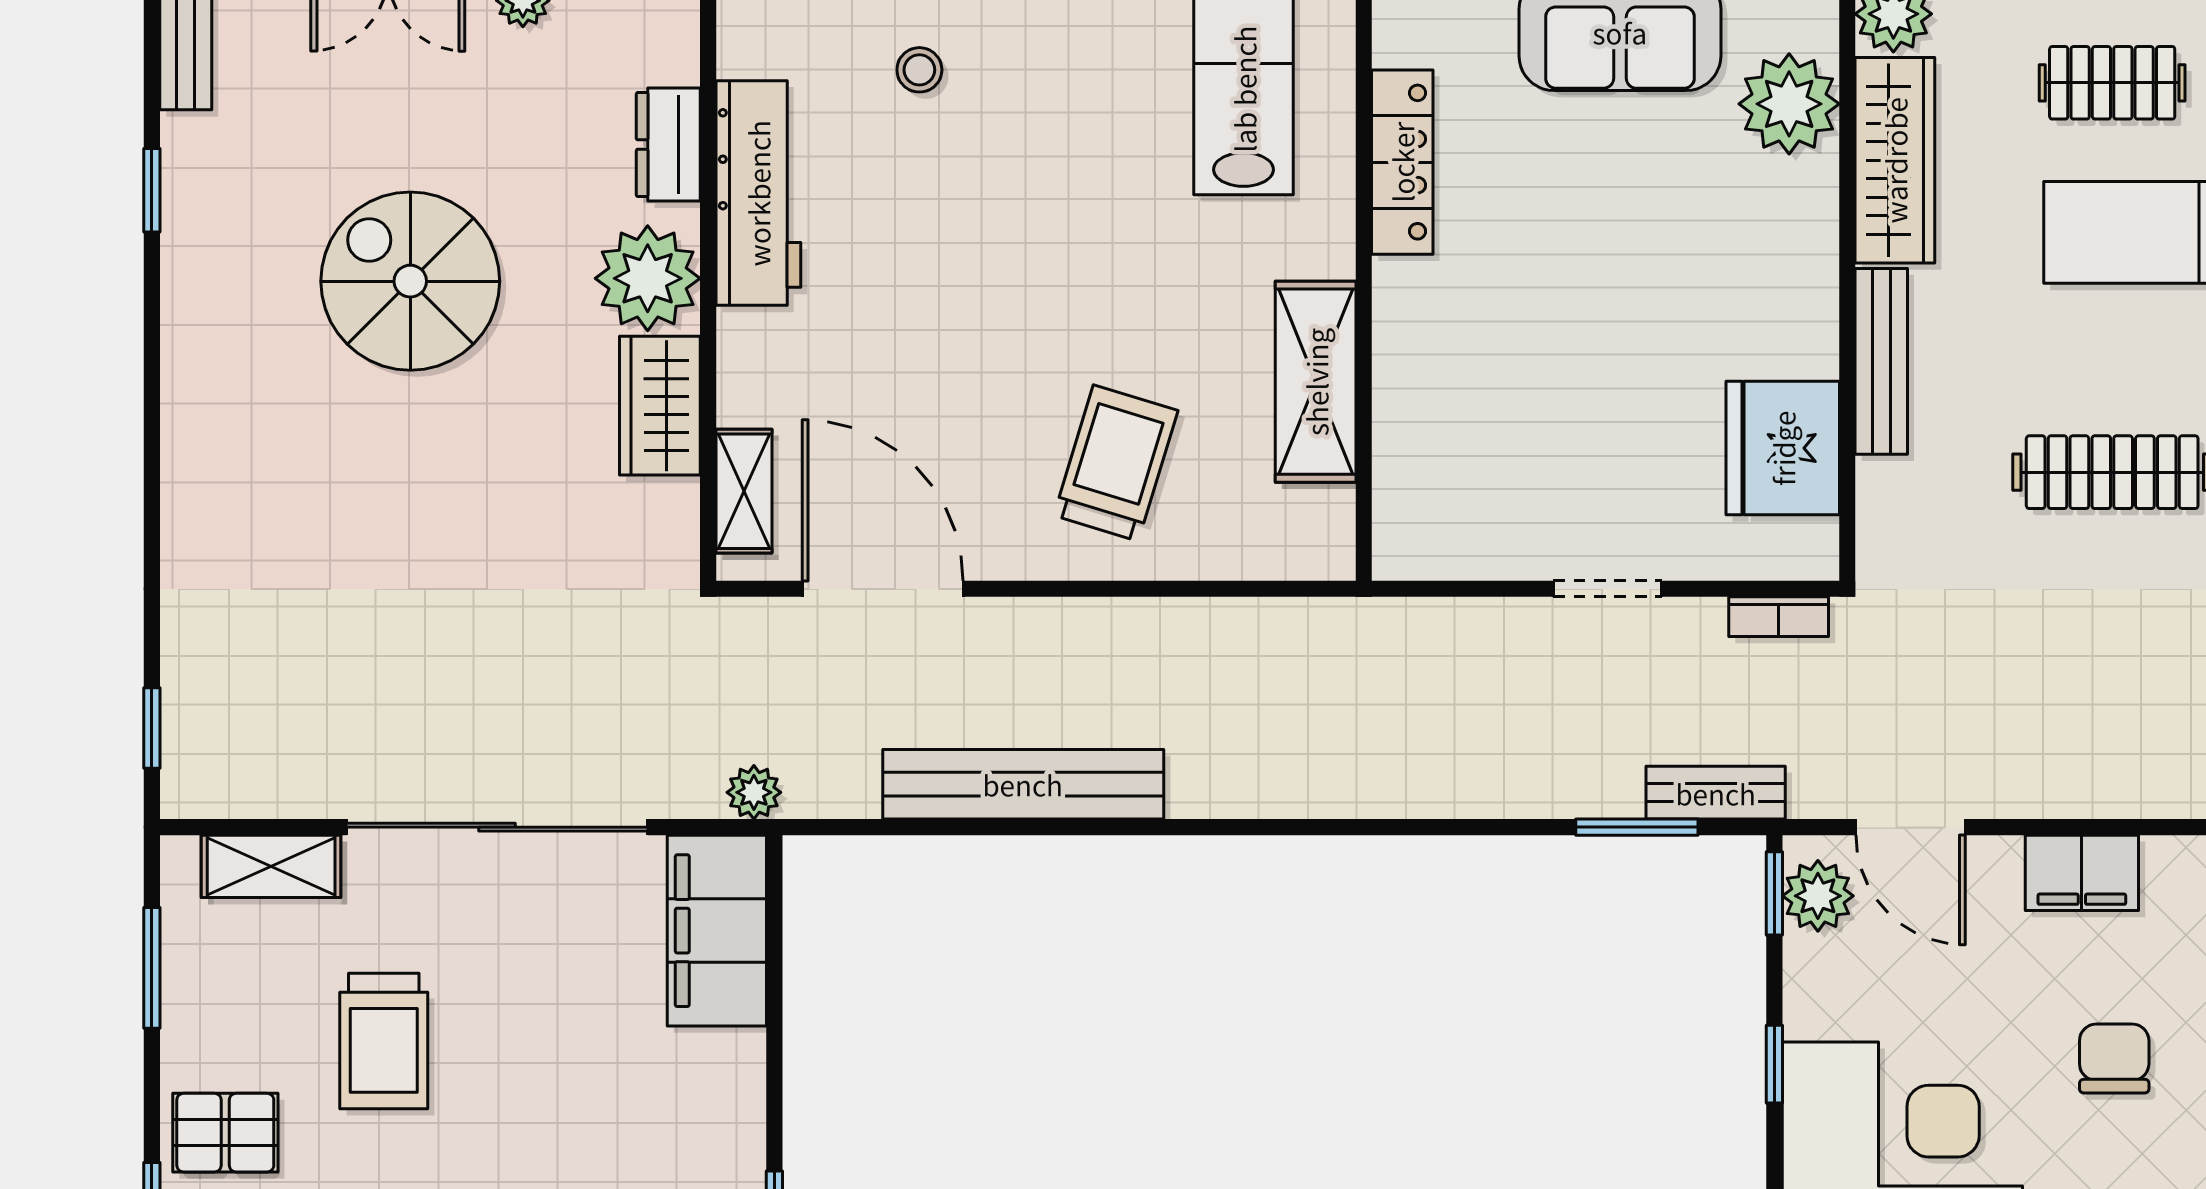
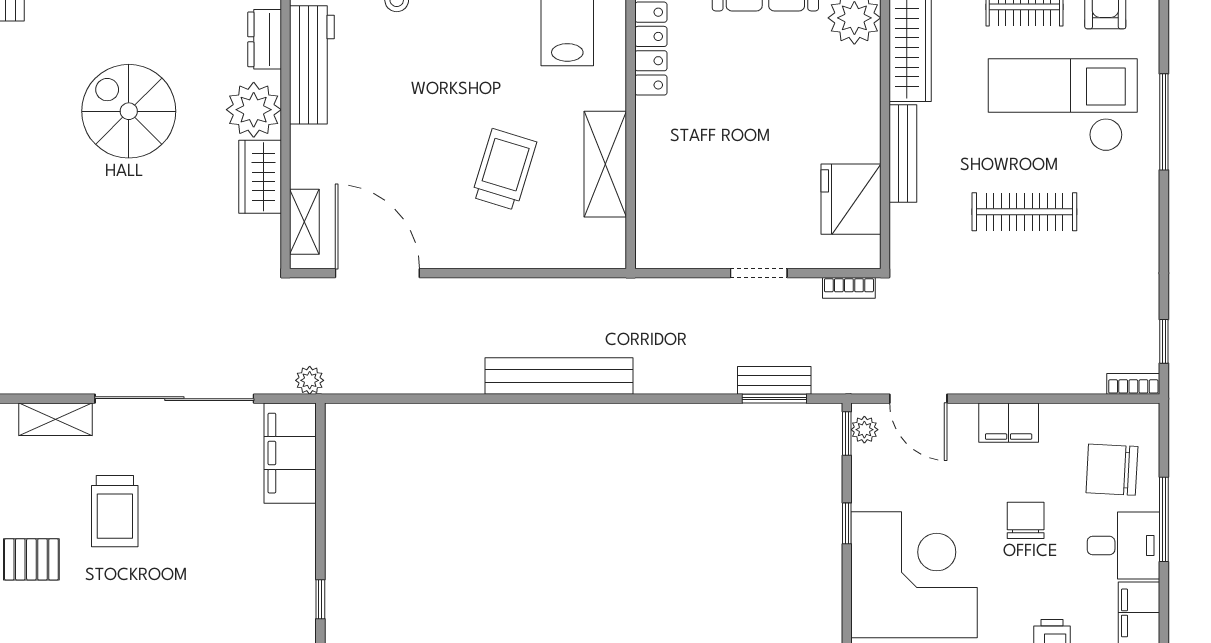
trolley: (1116, 463) -> (504, 169), moved
bench: (1023, 784) -> (559, 376), moved
bench: (1716, 793) -> (774, 380), moved
plant: (1818, 896) -> (864, 430), width x0.73, depth x0.73

